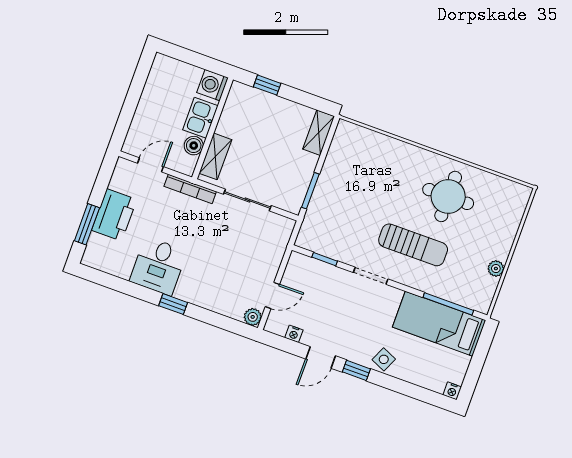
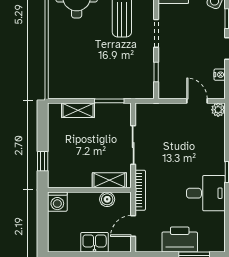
kitchen sink: (200, 118) -> (95, 242), moved, turned 180
shelving: (319, 133) -> (78, 110), moved
door: (151, 165) -> (133, 226), hinge flipped

